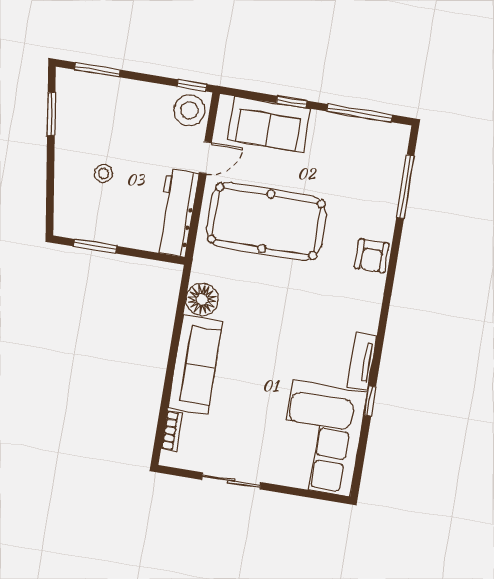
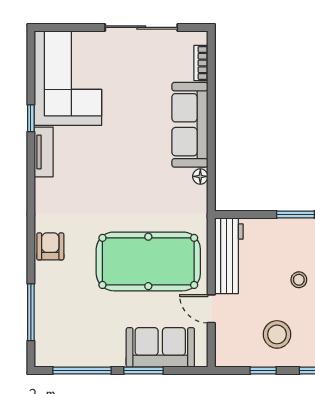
window: (192, 85) -> (263, 370), moved
window: (292, 102) -> (143, 370), width x1.50
stool: (189, 110) -> (277, 334), moved
door: (205, 158) -> (211, 309), hinge flipped
floor lamp: (202, 299) -> (200, 176), width x0.53, depth x0.53
sliding door: (231, 481) -> (141, 27), width x1.37

